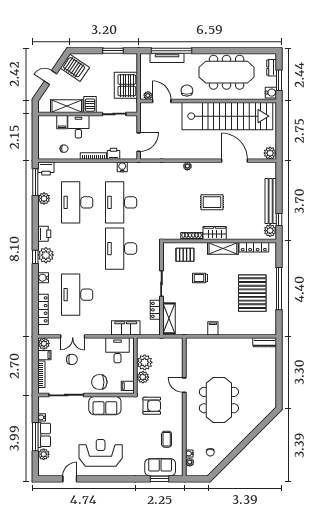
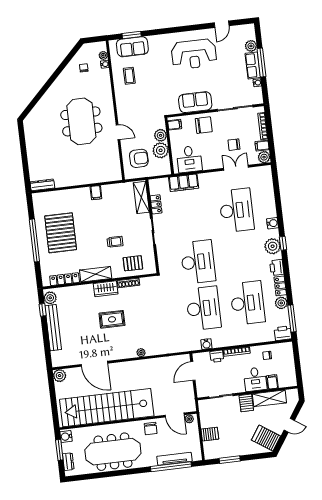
server rack: (126, 85) -> (210, 434), width x0.46, depth x0.70
locker: (43, 309) -> (280, 286), moved, width x0.66
armchair: (152, 406) -> (139, 158), moved, turned 180

